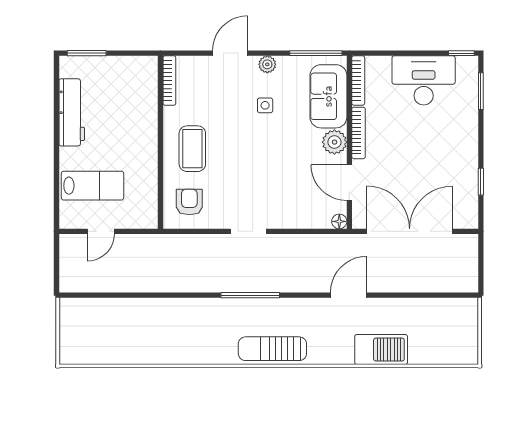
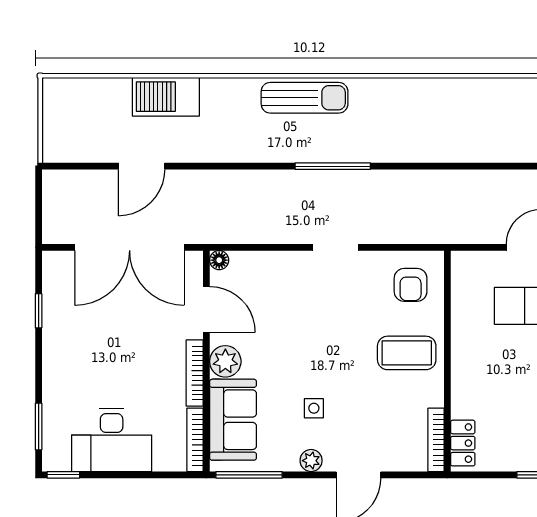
locker: (148, 78) -> (463, 443), added
coffee table: (192, 149) -> (407, 353), turned 90
door: (349, 295) -> (142, 166), moved

